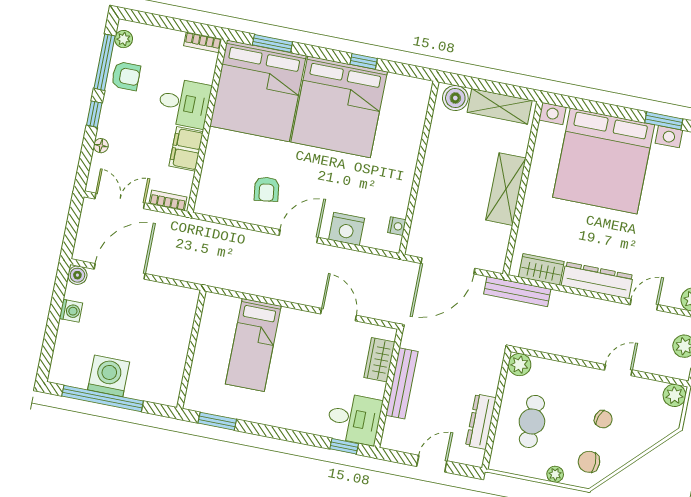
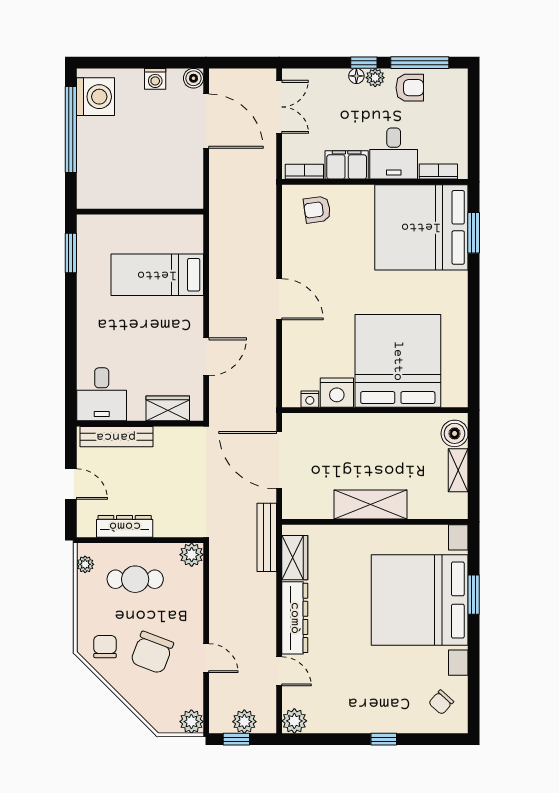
plant: (124, 39) -> (375, 78), moved
bookcase: (203, 42) -> (438, 172), moved, turned 90
window: (364, 61) -> (474, 331), removed
armchair: (126, 76) -> (410, 88), turned -90
shelving: (500, 106) -> (458, 470), width x0.67, depth x0.75
bed: (339, 107) -> (398, 361), moved, turned 90
window: (664, 121) -> (474, 595), moved
floor lamp: (101, 146) -> (356, 76), moved
armchair: (267, 189) -> (317, 210), moved
bookcase: (168, 200) -> (304, 172), moved, turned -90
nightstand: (347, 229) -> (337, 393), moved, turned -90
washing machine: (109, 376) -> (95, 97), moved
bench: (402, 383) -> (116, 437), moved
chair: (603, 419) -> (152, 653), width x1.87, depth x1.87
window: (344, 446) -> (71, 390), removed
plant: (555, 474) -> (85, 564), moved

